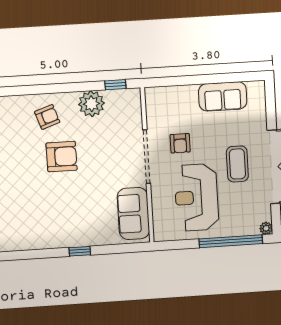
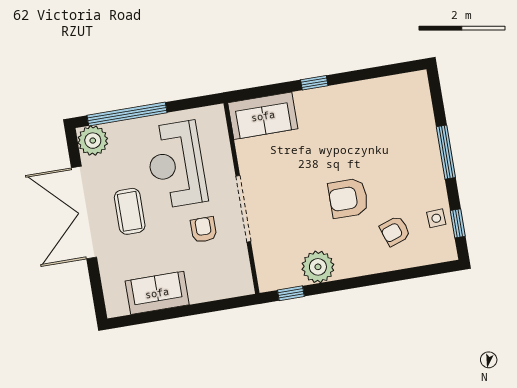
armchair: (47, 117) -> (395, 231), moved
reception desk: (196, 197) -> (176, 165), turned 180
sofa: (133, 214) -> (263, 116), moved, turned 90
plant: (266, 228) -> (93, 141), width x1.87, depth x1.87

